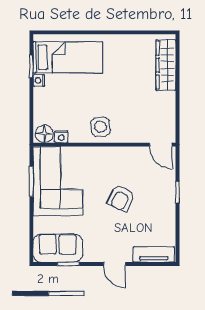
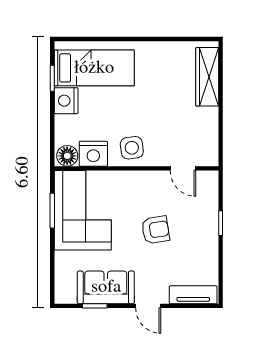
nightstand: (39, 80) -> (66, 101), width x1.89, depth x1.79
nightstand: (61, 137) -> (93, 154), width x1.89, depth x1.79
door: (161, 145) -> (183, 168), moved
armchair: (121, 198) -> (155, 230), turned -124
sofa: (58, 248) -> (106, 287), moved

